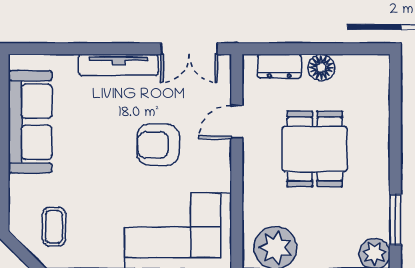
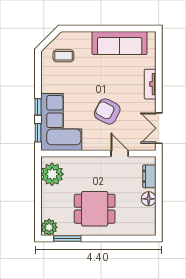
tv unit: (118, 65) -> (150, 84), width x0.71
armchair: (158, 145) -> (107, 111), turned -63
dining table: (315, 149) -> (95, 209), moved

